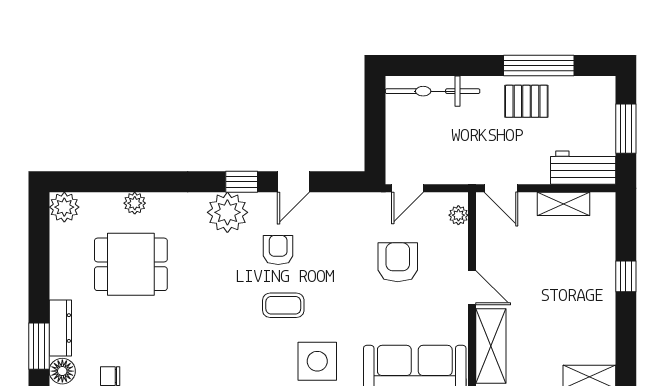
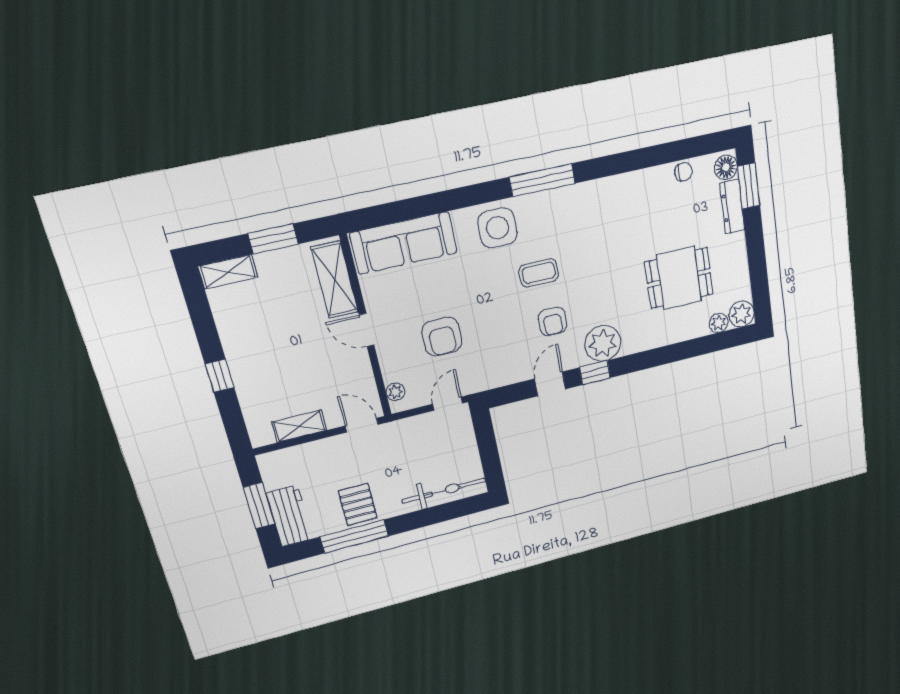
pallet: (526, 101) -> (358, 504), turned 90
workbench: (583, 168) -> (290, 516), moved, turned -90
plant: (135, 203) -> (719, 323), moved

